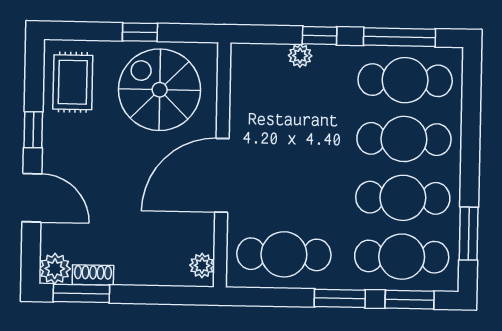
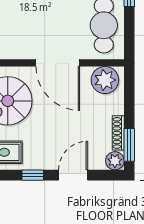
plant: (202, 265) -> (105, 80), width x1.87, depth x1.87
shoe rack: (93, 275) -> (118, 133), width x1.43

